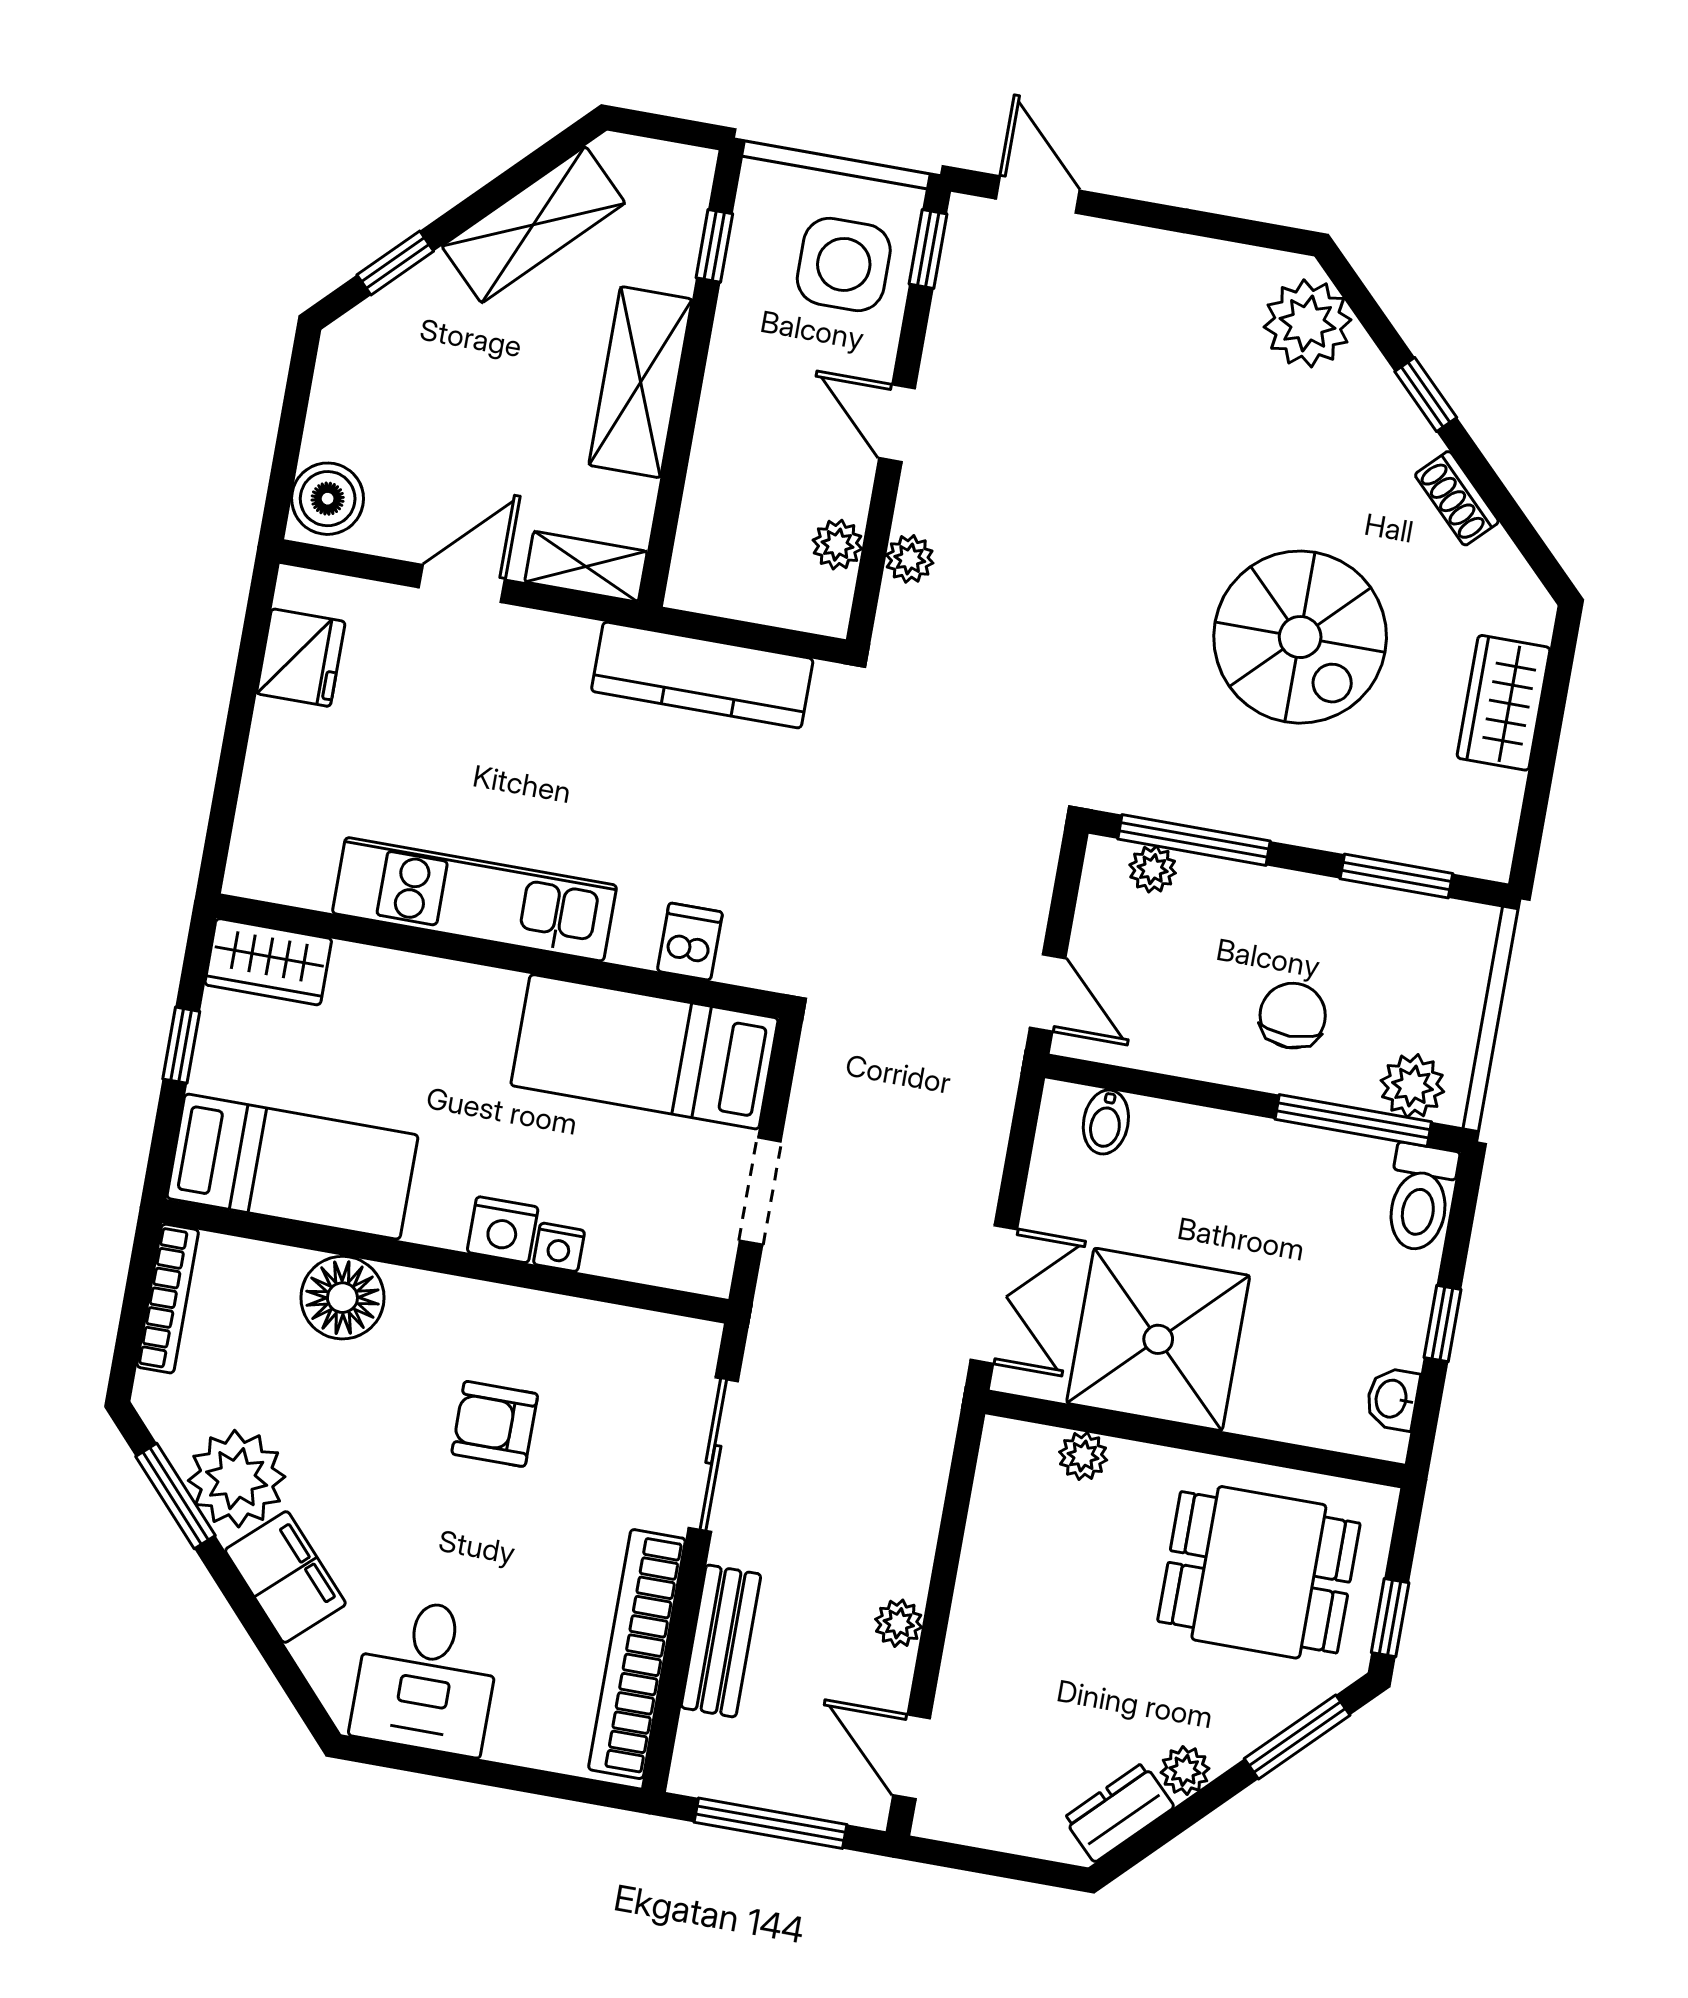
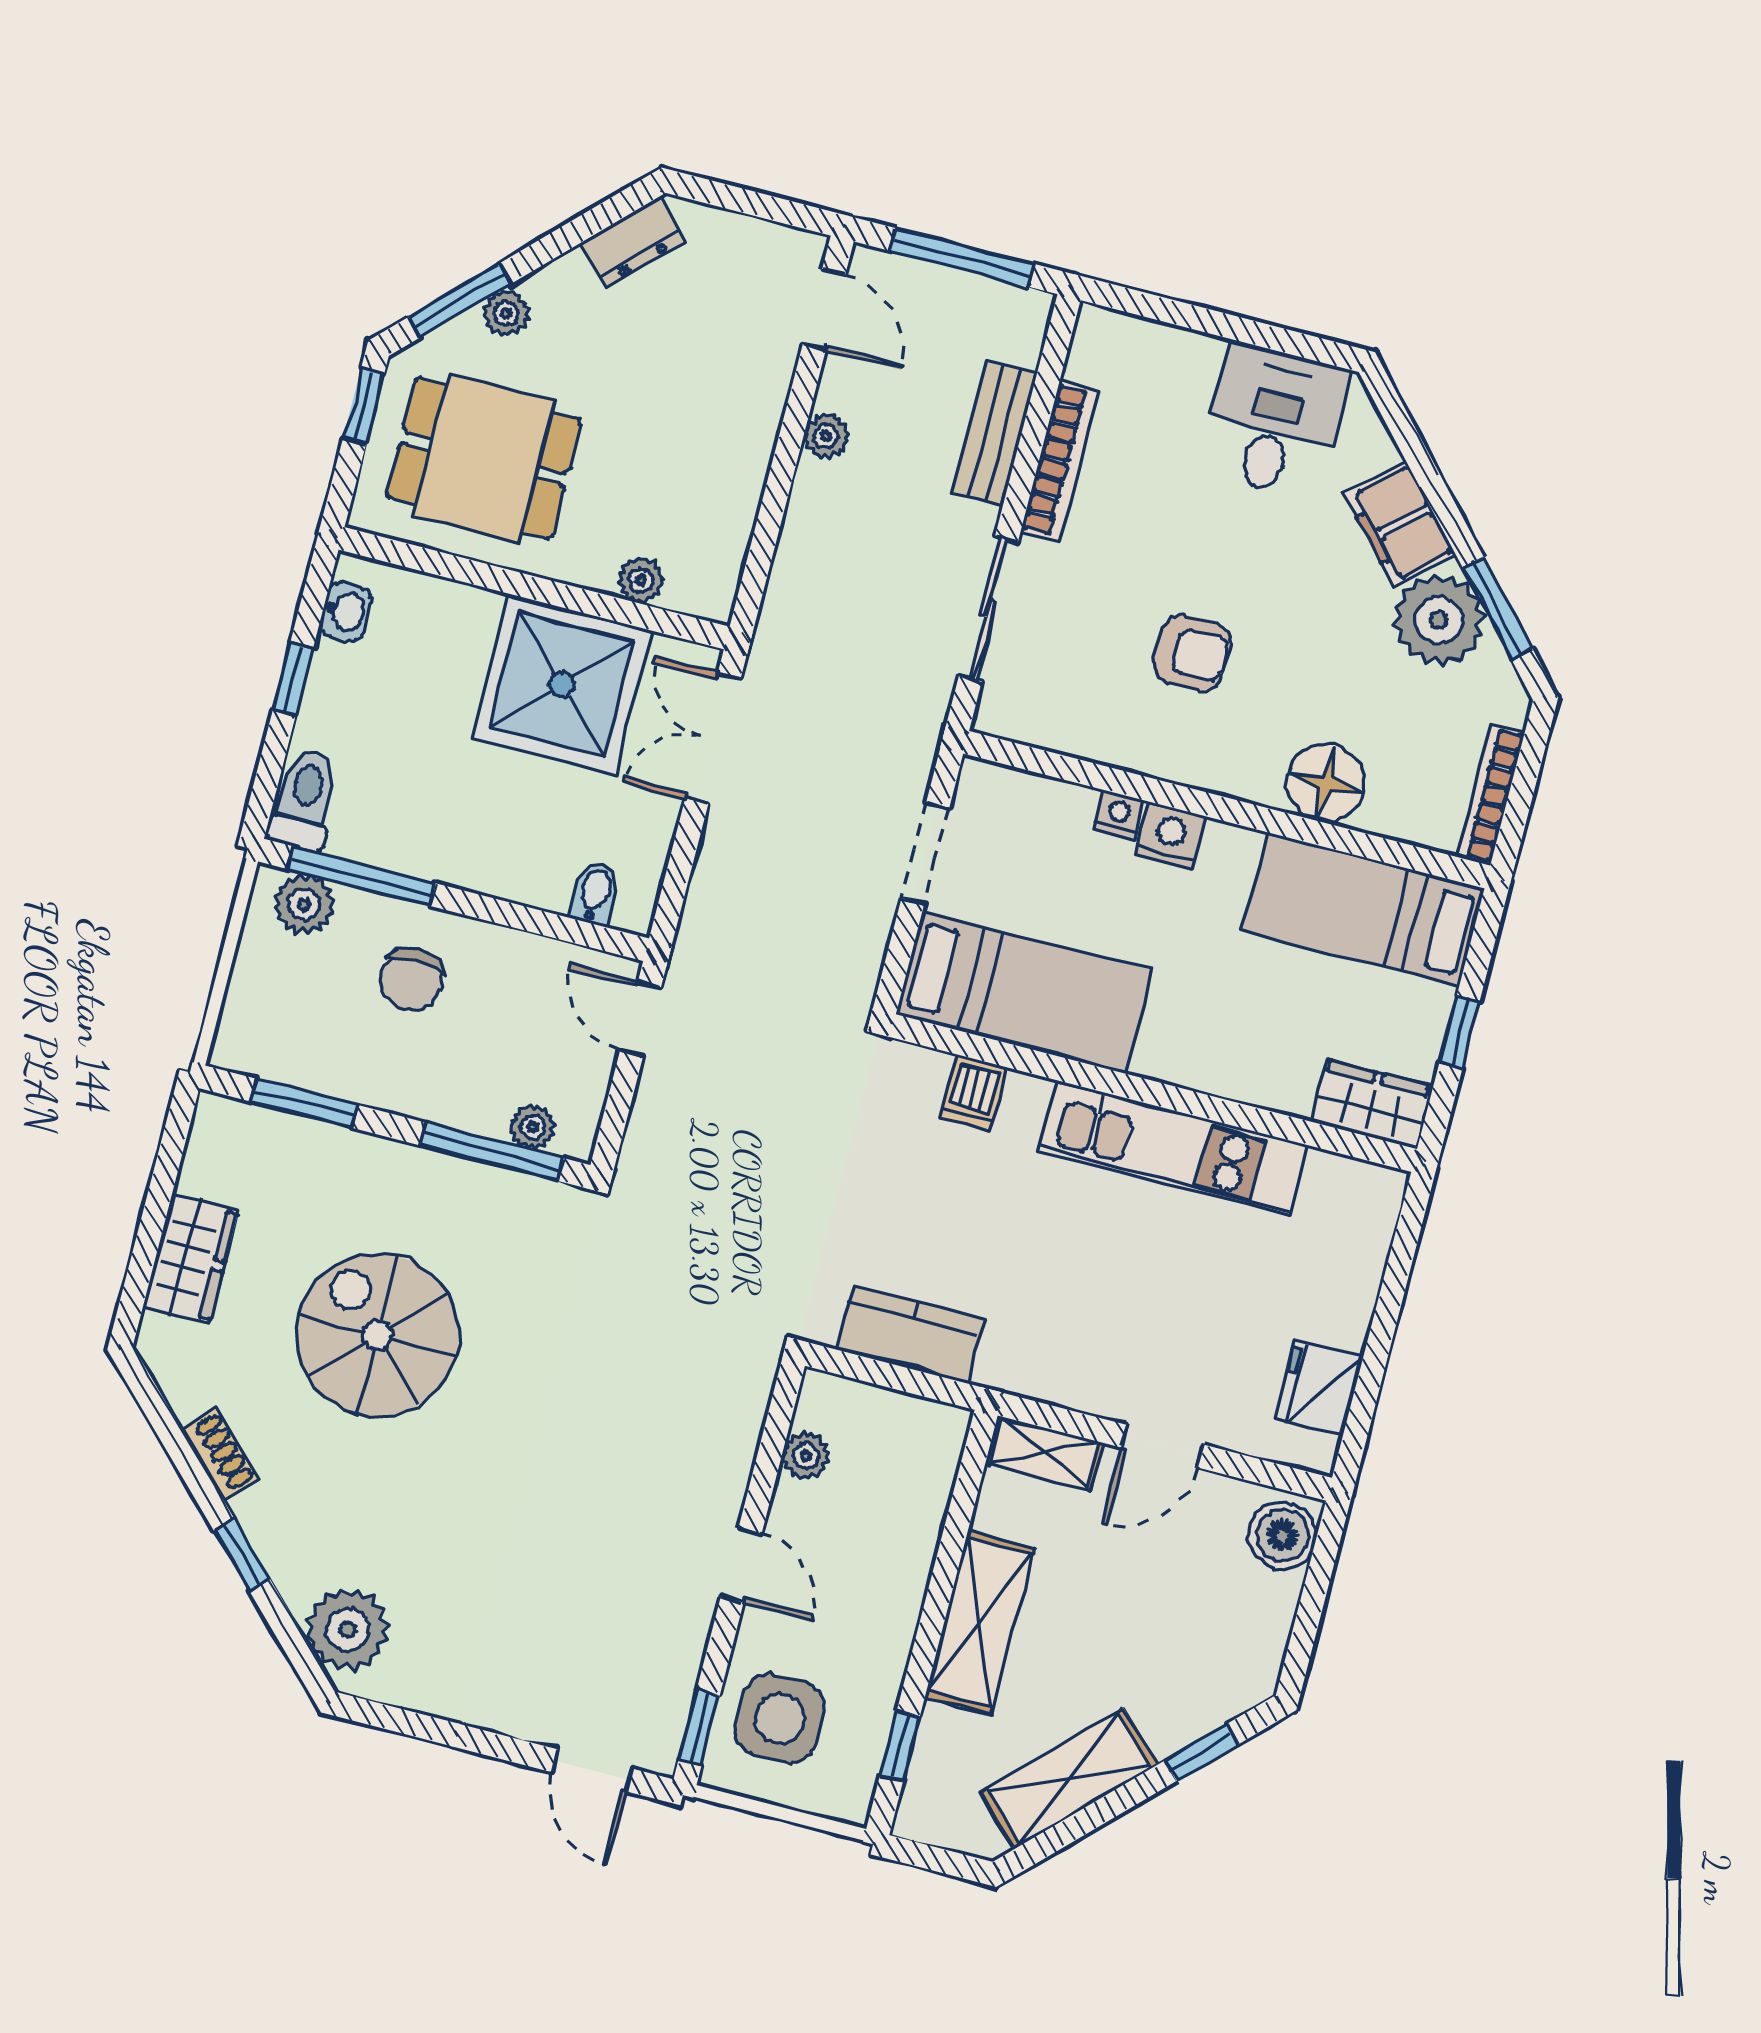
plant: (910, 559) -> (739, 1437), removed
kitchen counter: (702, 675) -> (910, 1334), width x0.67
bookcase: (637, 1654) -> (1059, 461), width x0.68, depth x0.76
plant: (1185, 1770) -> (506, 313), moved

